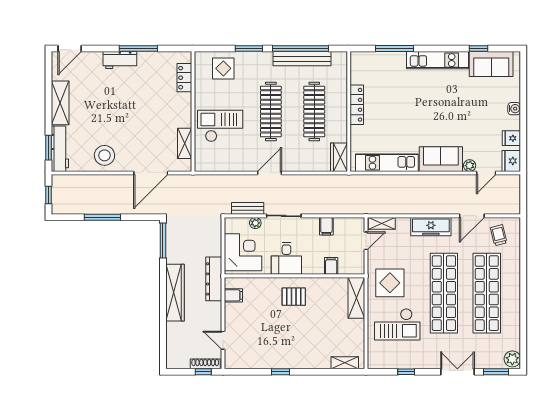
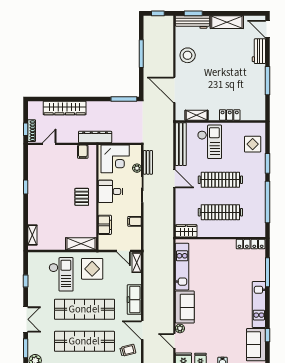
bench: (302, 59) -> (181, 144), moved
workbench: (120, 60) -> (259, 51), moved
locker: (184, 78) -> (230, 115), moved
locker: (357, 105) -> (251, 244), moved
filing cabinet: (331, 266) -> (105, 225), width x2.00
wardrobe: (175, 293) -> (65, 108), moved
checkout: (397, 324) -> (61, 274), turned 180

